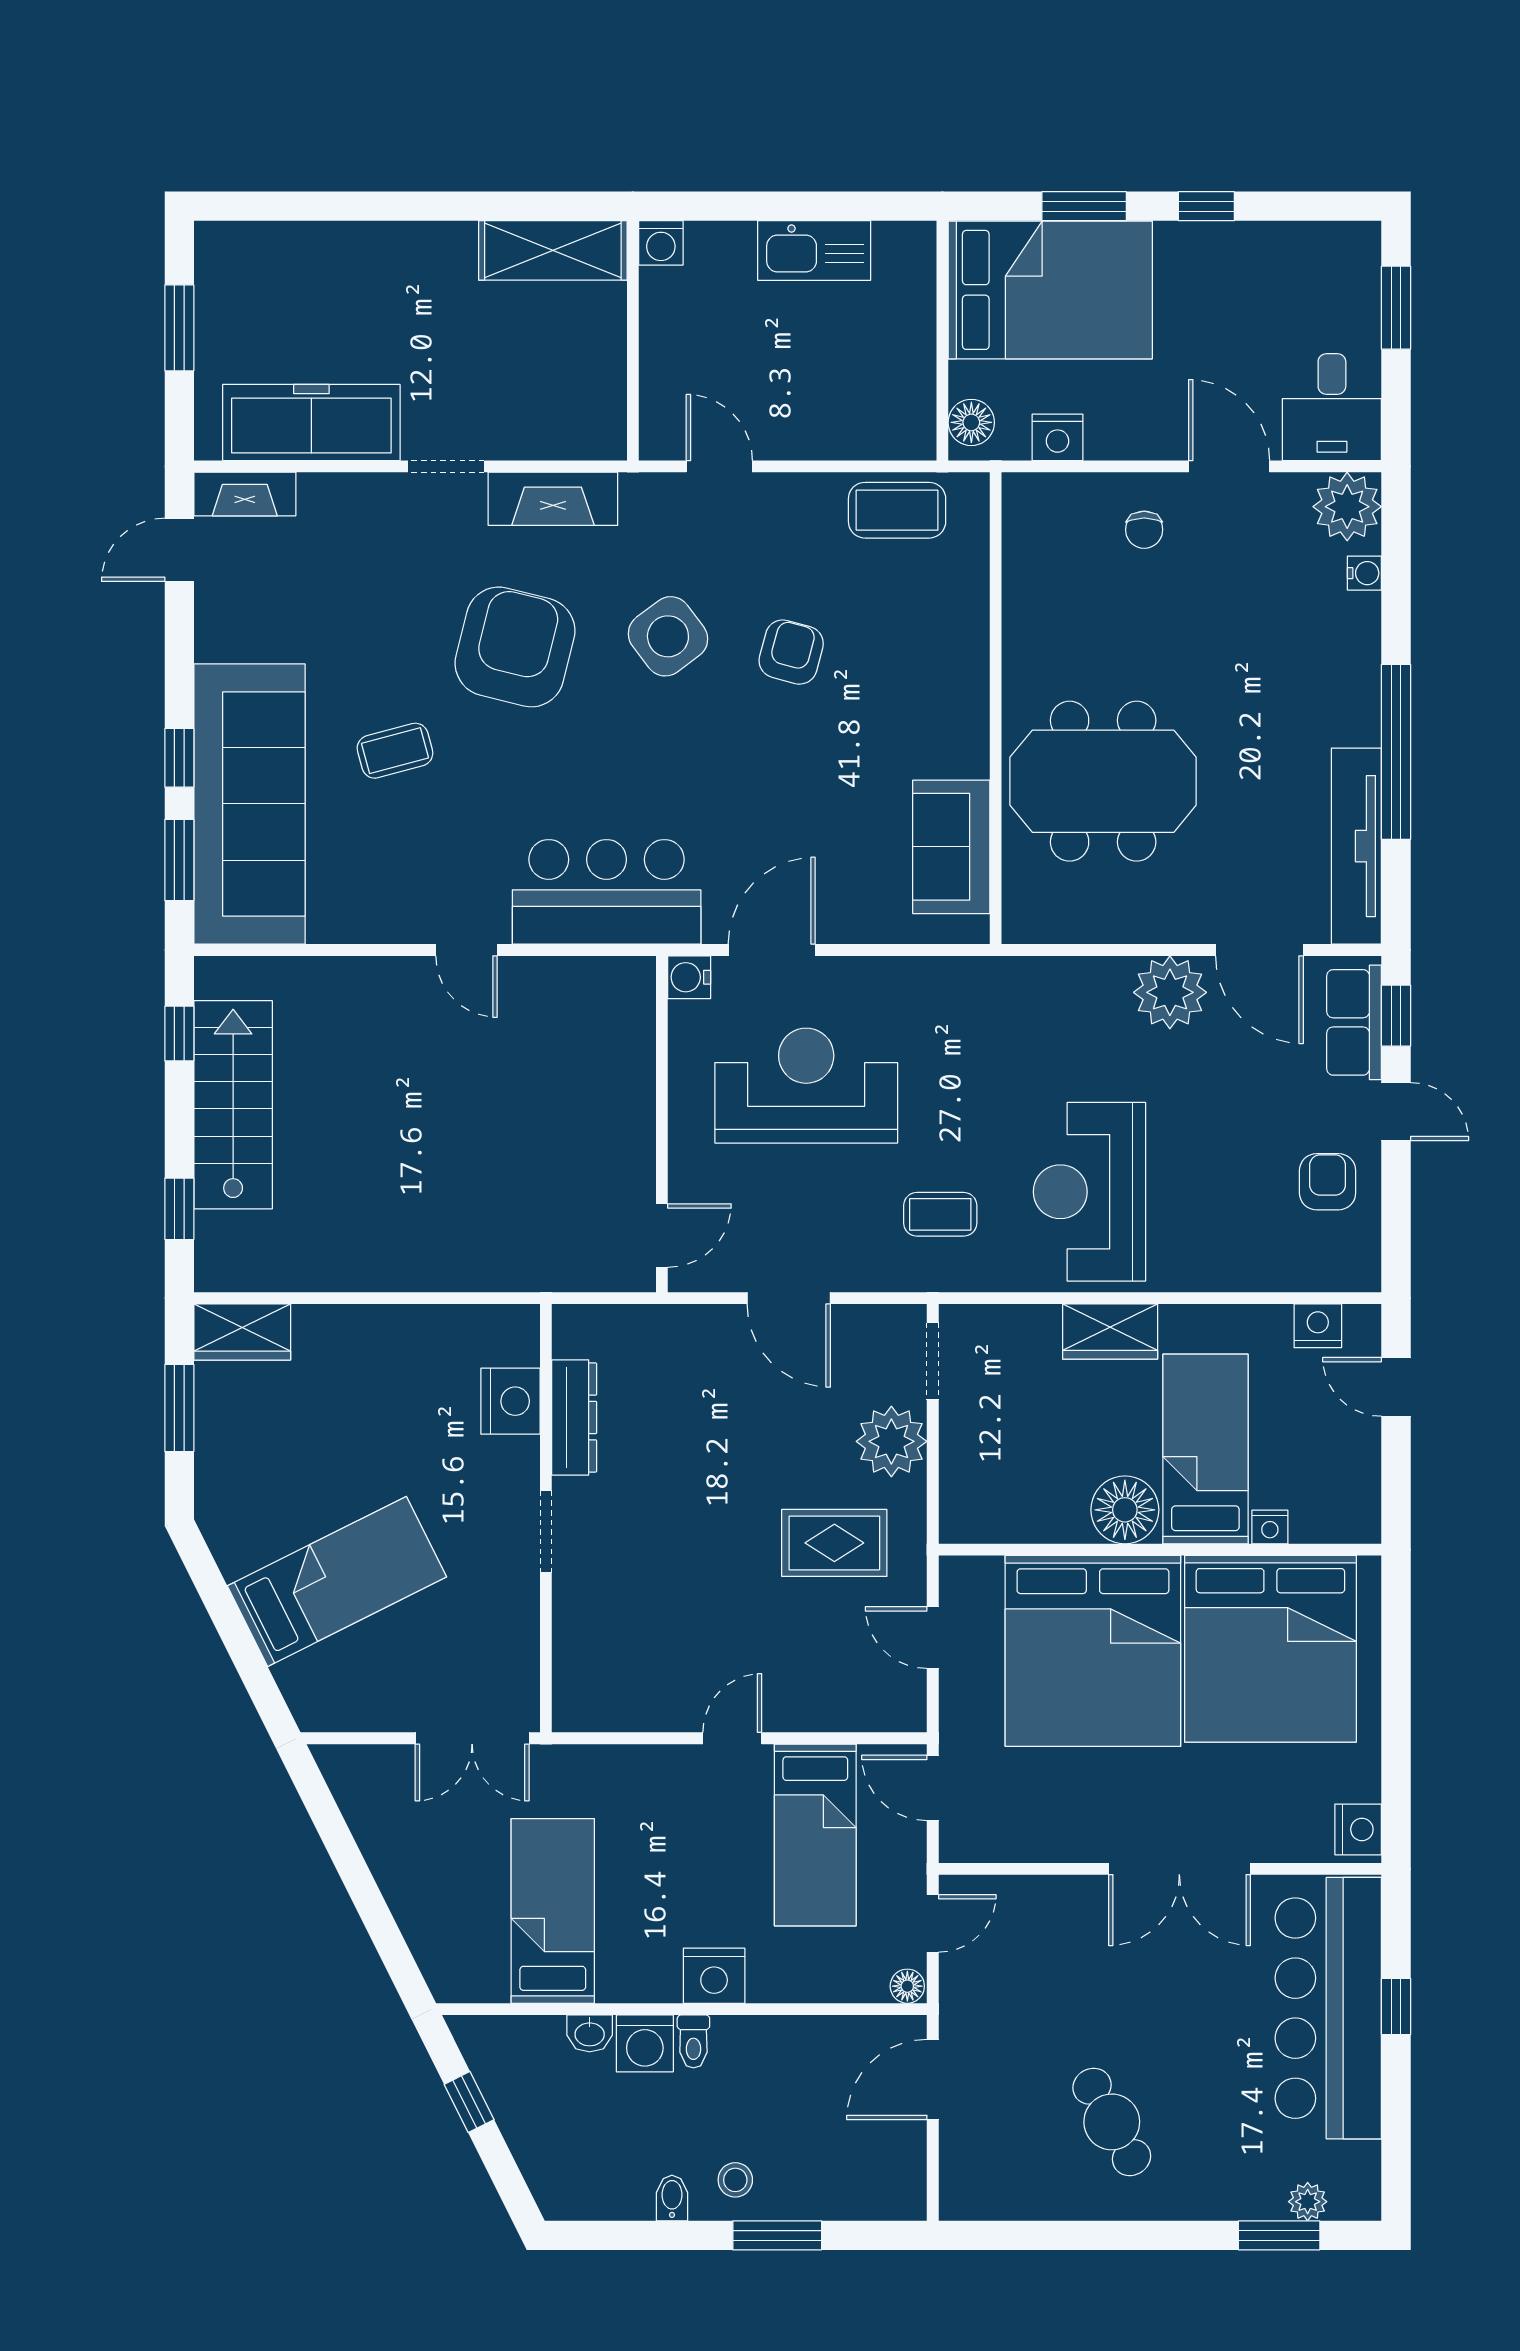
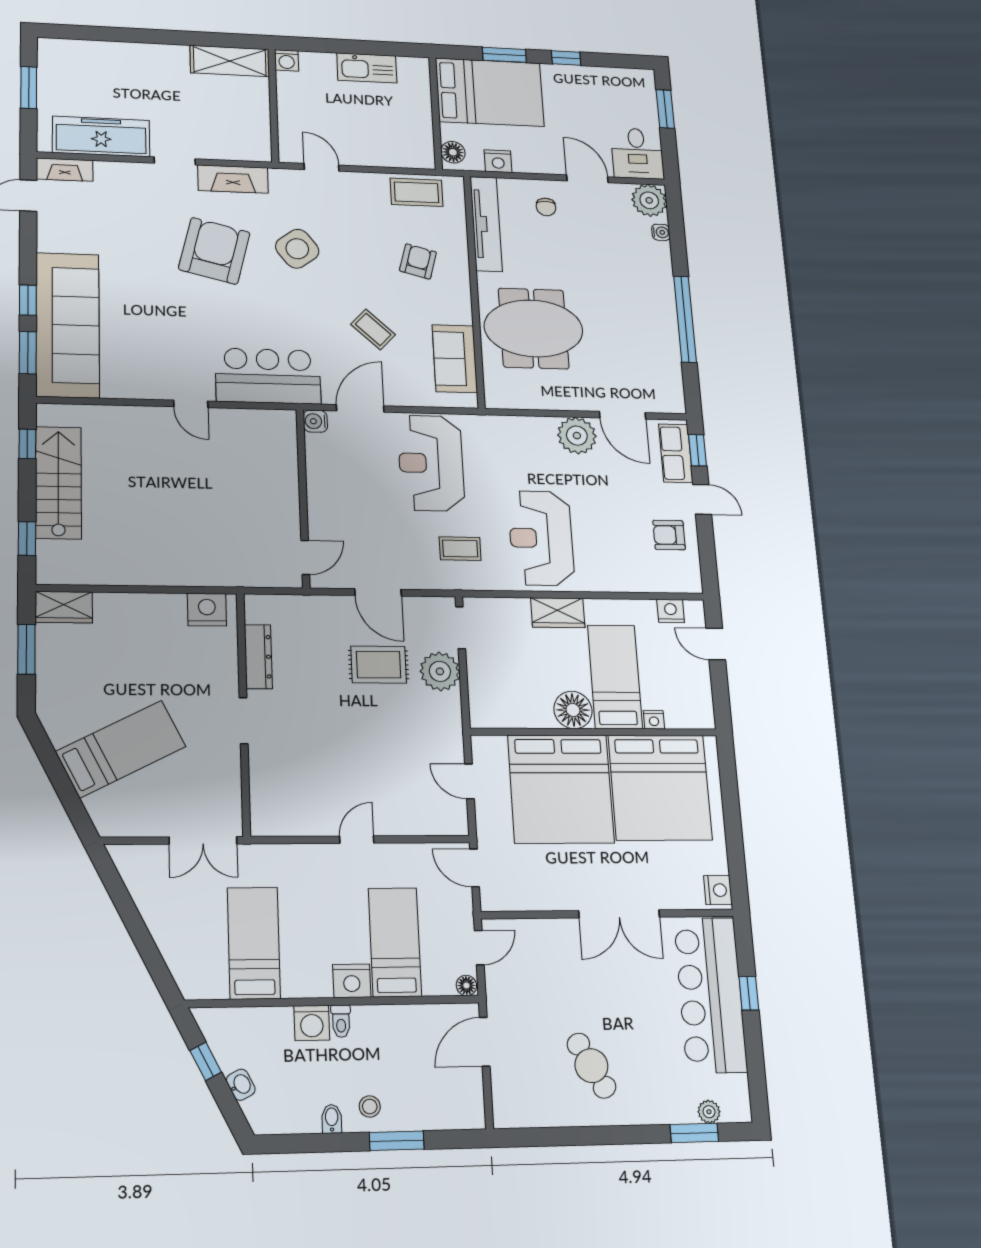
armchair: (791, 652) -> (418, 261), moved
coffee table: (395, 751) -> (373, 329), moved, turned 58
tv unit: (1356, 846) -> (486, 224), moved, turned 180
reception desk: (806, 1086) -> (431, 463), moved, turned -90
armchair: (1328, 1182) -> (669, 535), turned -90
nightstand: (510, 1401) -> (207, 610), moved, turned -90
rug: (834, 1543) -> (379, 665), moved
bed: (815, 1835) -> (395, 942), moved, turned 180
washbasin: (590, 2033) -> (241, 1085), moved, turned -117

